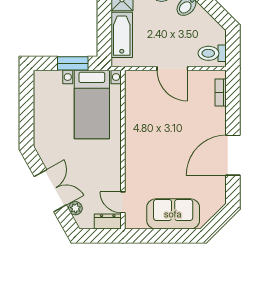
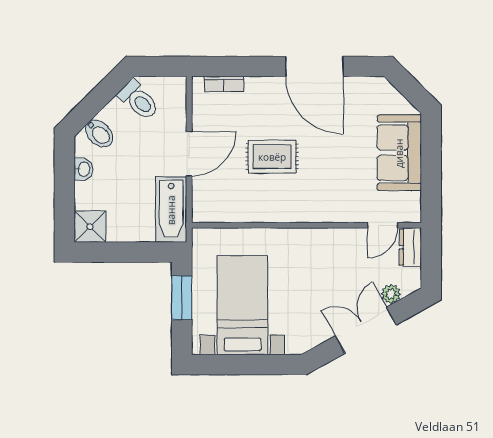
bathtub: (122, 35) -> (171, 210), moved, turned -90
toilet: (212, 53) -> (139, 100), moved, turned -45
bed with nightstands: (92, 105) -> (242, 305), moved, turned -90
rug: (170, 126) -> (272, 157), added

